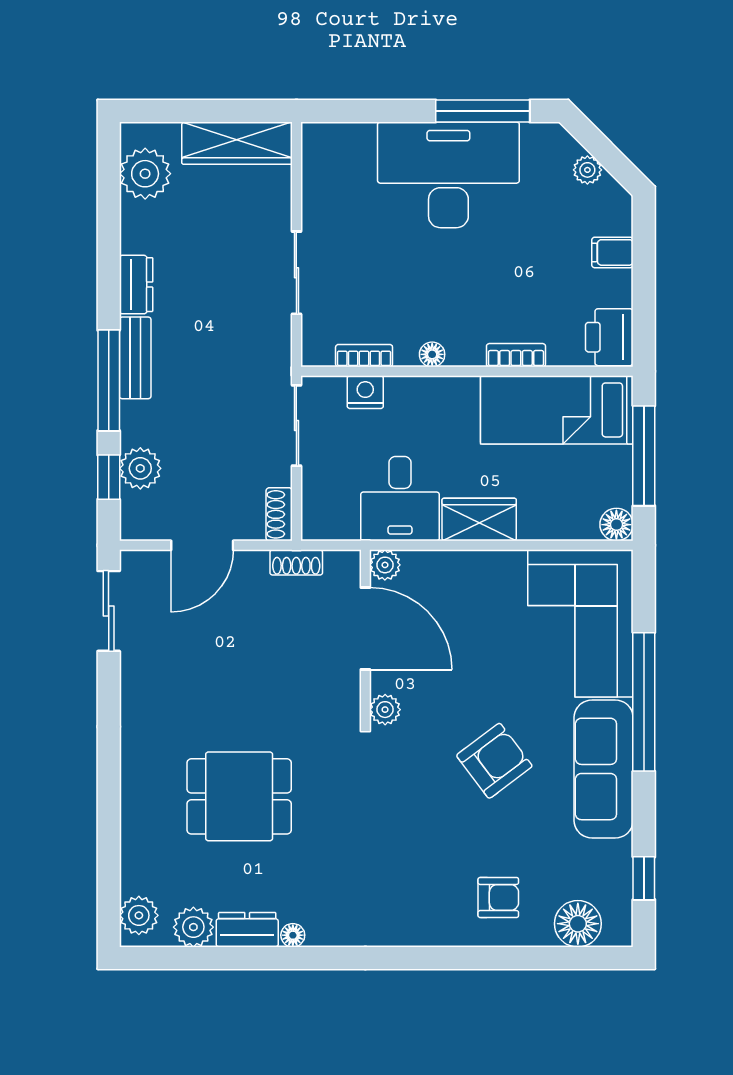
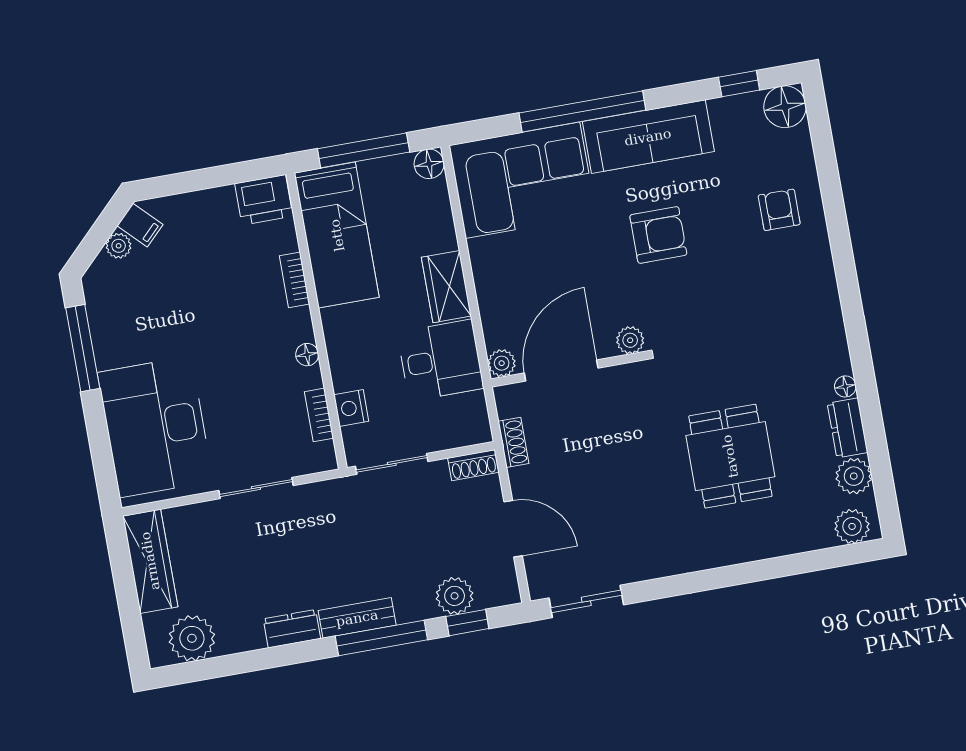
desk: (448, 175) -> (155, 427), moved
filing cabinet: (612, 252) -> (140, 225), moved, turned -45
armchair: (494, 761) -> (658, 235), turned 127
floor lamp: (578, 924) -> (785, 107), moved

